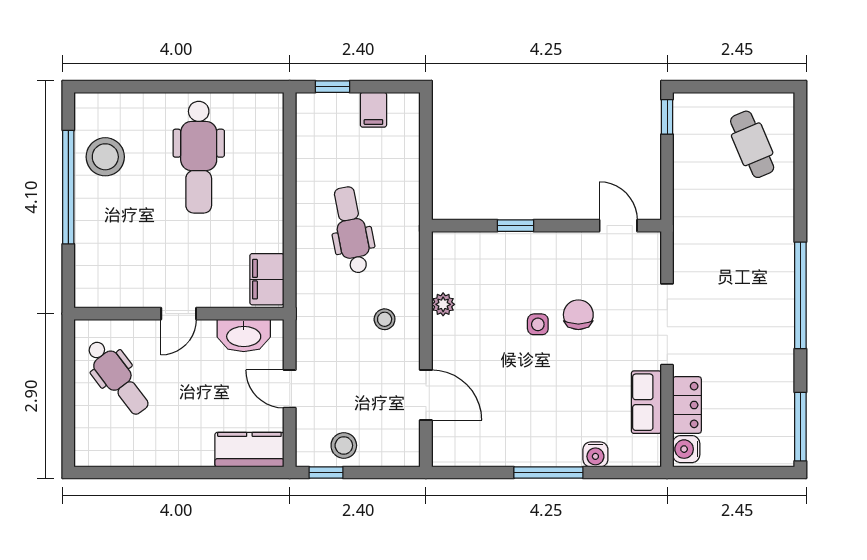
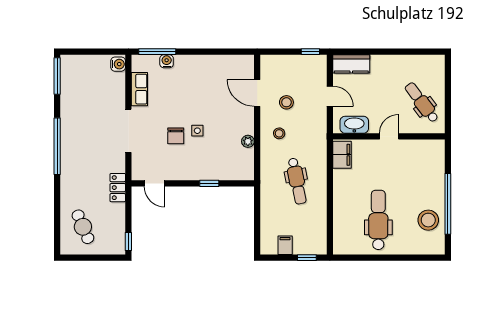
locker: (687, 405) -> (118, 188), moved
stool: (344, 445) -> (286, 102), moved
window: (548, 473) -> (157, 52), moved

